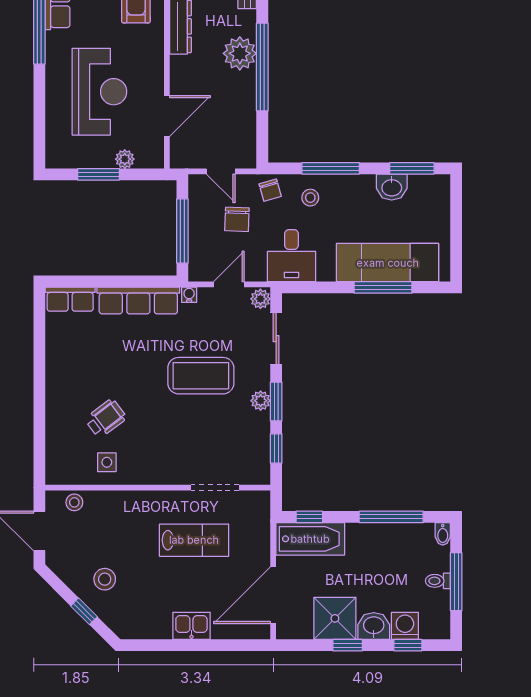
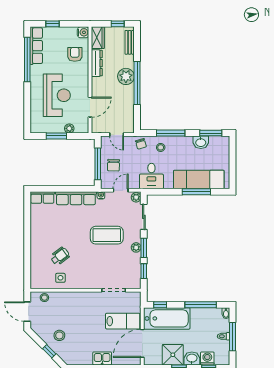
chair: (237, 219) -> (113, 165), moved
bathtub: (310, 539) -> (167, 318), width x1.36, depth x1.36
lab bench: (194, 540) -> (123, 321), moved

